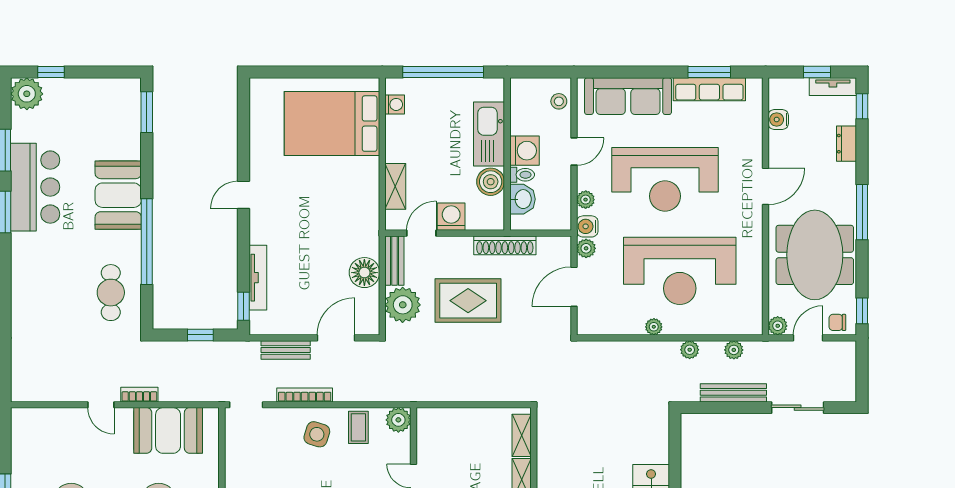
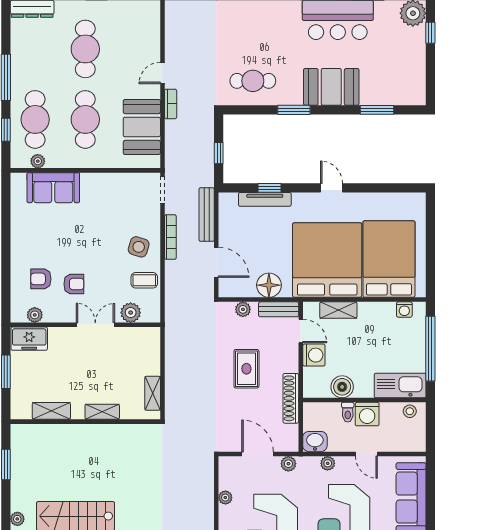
stool: (559, 101) -> (410, 411), moved
window: (147, 112) -> (377, 110), moved
kitchen sink: (489, 134) -> (400, 386), moved
washbasin: (522, 199) -> (315, 442), moved, turned 180
bed: (333, 200) -> (327, 260), added
water cooler: (587, 226) -> (306, 465), removed
window: (147, 242) -> (294, 110), width x0.47
rug: (468, 301) -> (246, 369), width x0.73, depth x0.70
plant: (403, 305) -> (243, 309), width x0.53, depth x0.53
window: (243, 306) -> (269, 188), moved
plant: (654, 327) -> (225, 498), moved
bench: (286, 350) -> (207, 215), width x1.36
plant: (398, 420) -> (131, 313), moved
shelving: (522, 435) -> (153, 393), moved, turned 90

